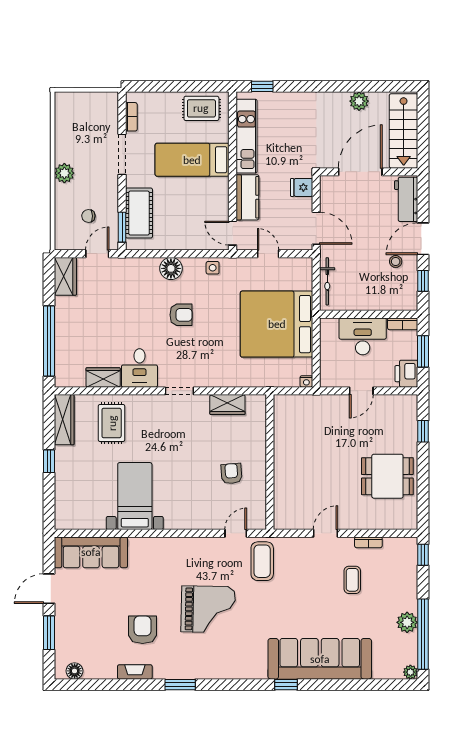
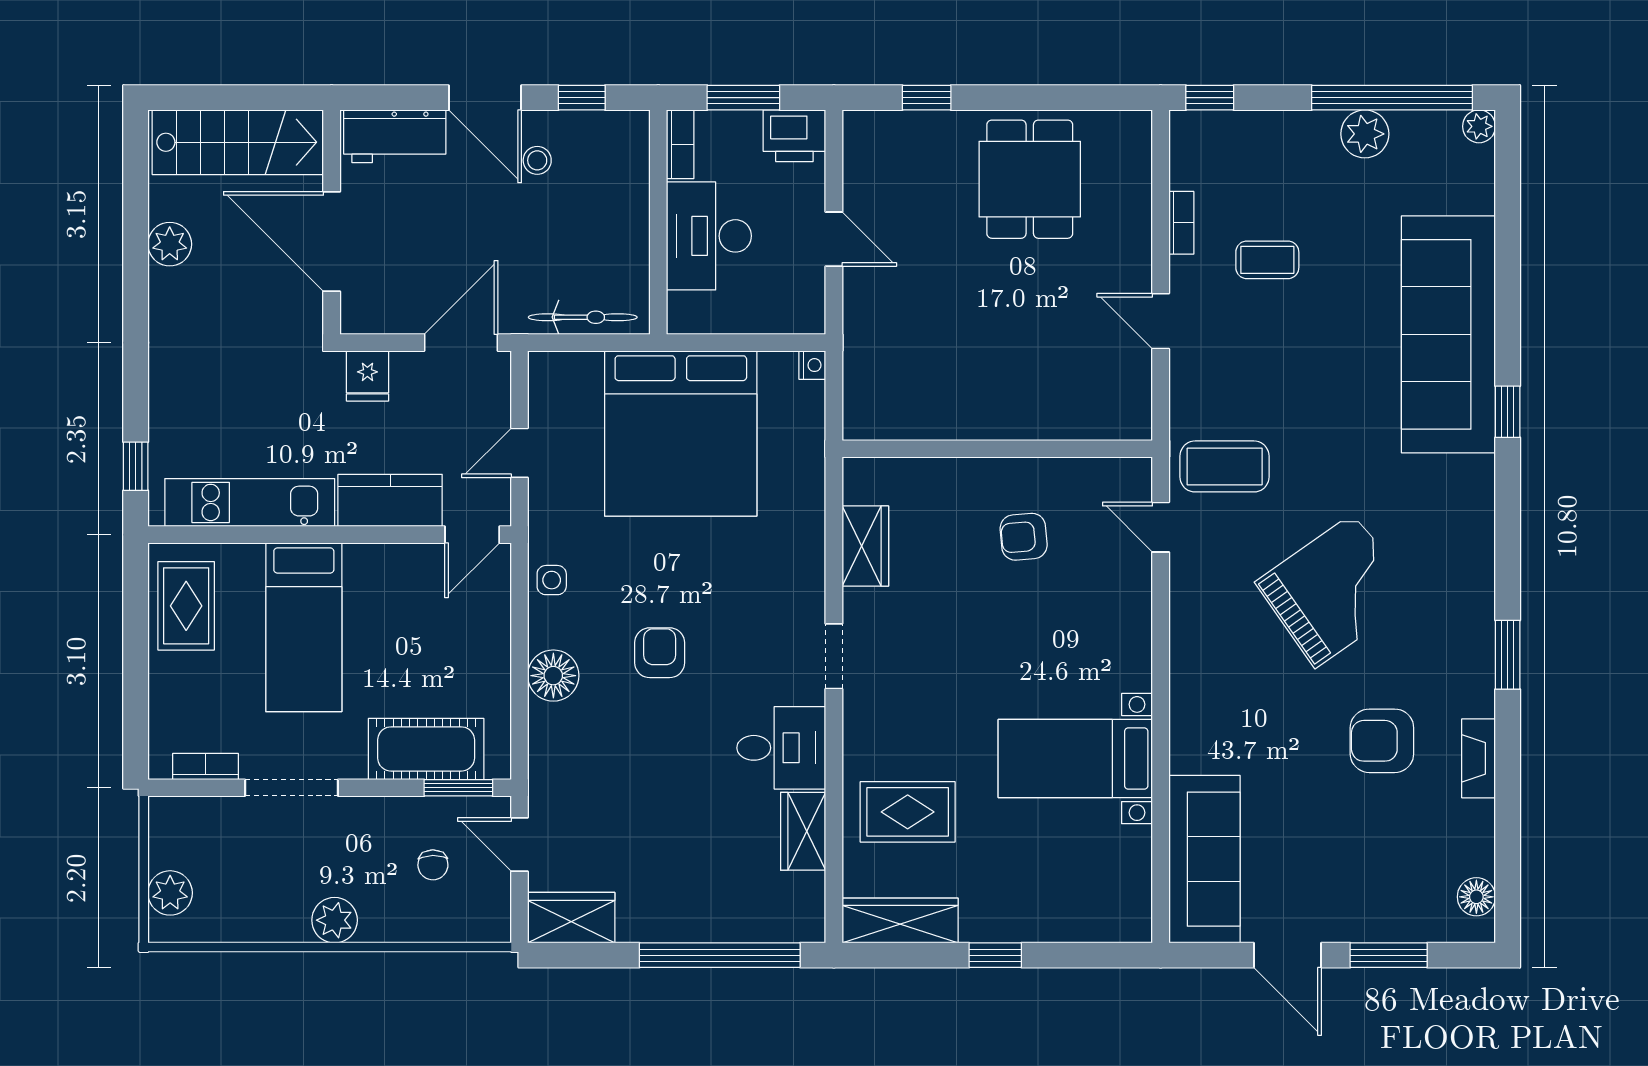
plant: (76, 101) -> (170, 893), added
grand piano: (208, 609) -> (1335, 590), turned 54

